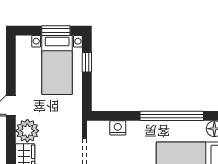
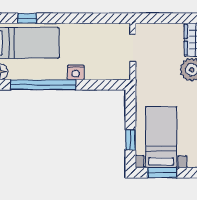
nightstand: (118, 128) -> (76, 73), moved

